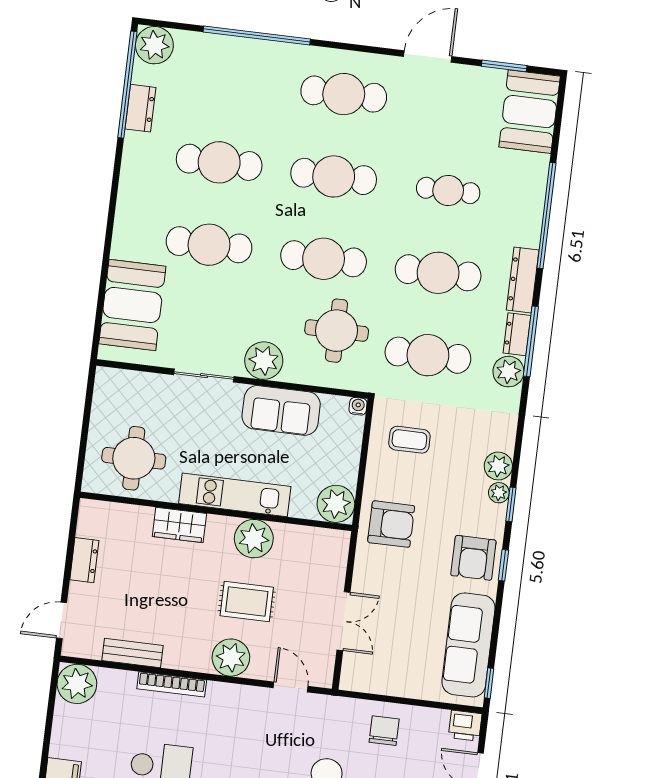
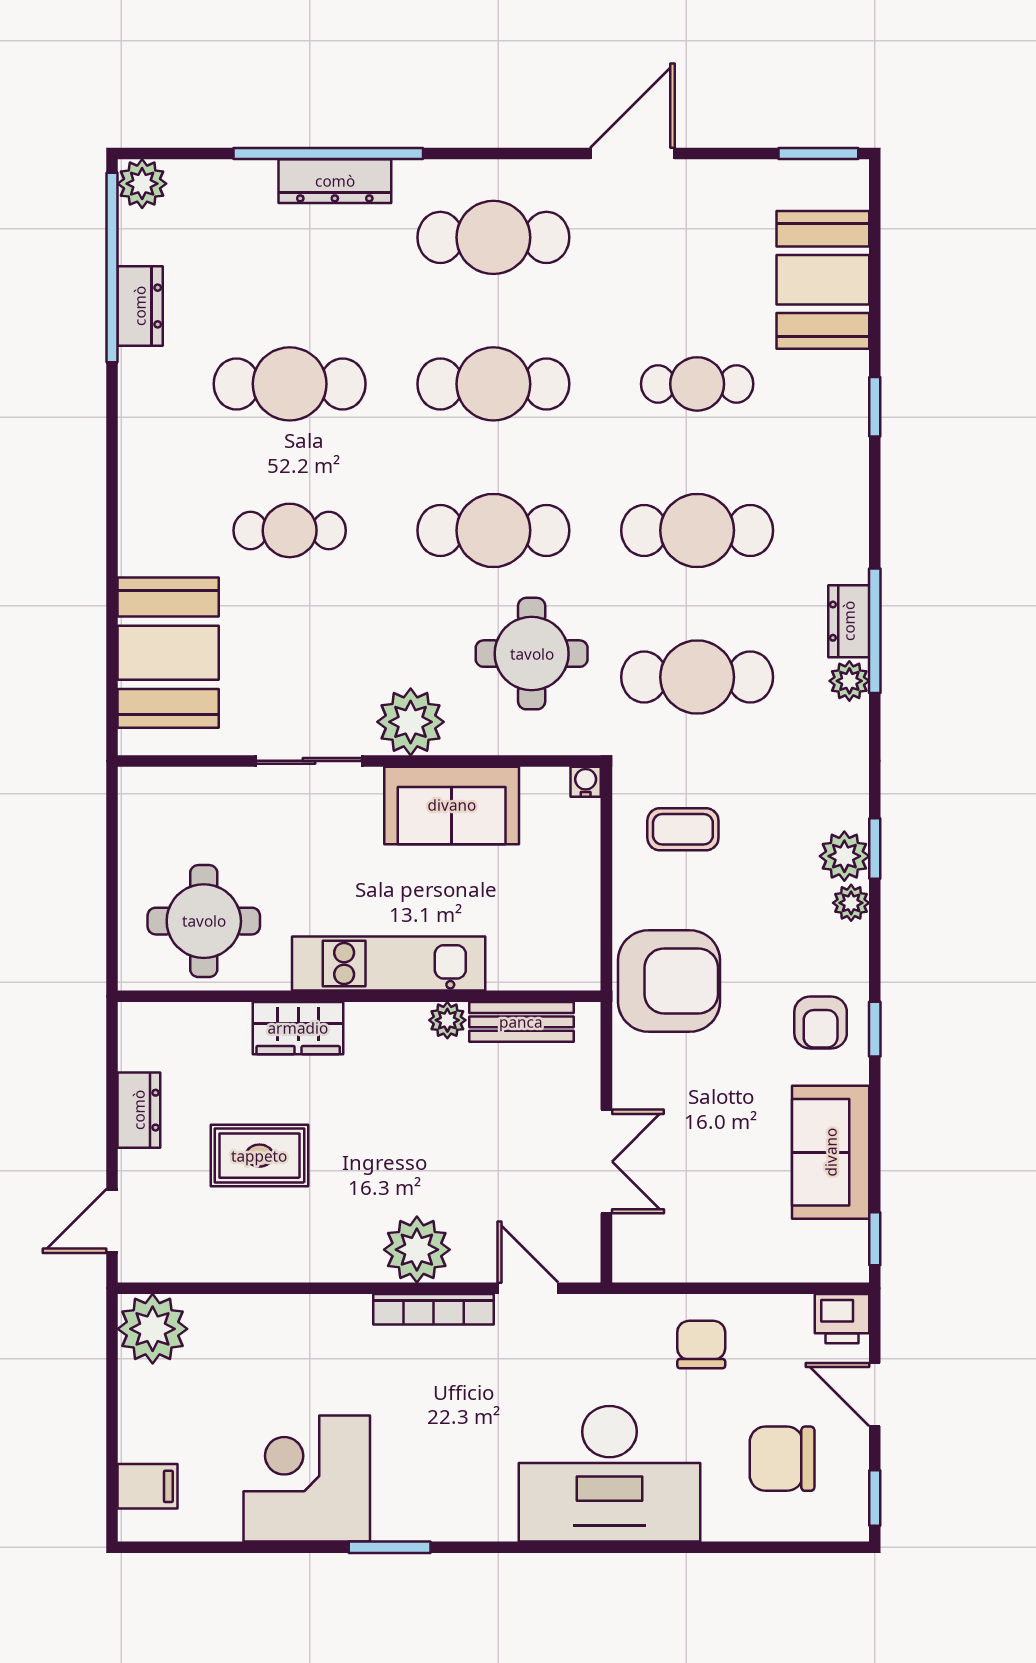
plant: (154, 45) -> (142, 184), width x0.73, depth x0.73
window: (504, 66) -> (818, 154), moved
booth: (530, 112) -> (823, 280), moved
window: (546, 215) -> (875, 407), width x0.32
cafe table: (209, 245) -> (290, 530), width x0.73, depth x0.74
dresser: (523, 280) -> (335, 181), moved, turned -90
plant: (508, 372) -> (849, 681), width x0.73, depth x0.73
plant: (336, 504) -> (568, 958), removed
window: (511, 504) -> (875, 848), moved
armchair: (391, 524) -> (669, 981), width x1.36, depth x1.36
plant: (254, 539) -> (447, 1020), width x0.53, depth x0.53
armchair: (473, 558) -> (821, 1022), width x0.72, depth x0.72
rug: (247, 601) -> (259, 1156), moved
sofa: (468, 645) -> (831, 1152), width x0.73
bench: (133, 653) -> (521, 1022), moved
bookcase: (172, 684) -> (433, 1309), moved

